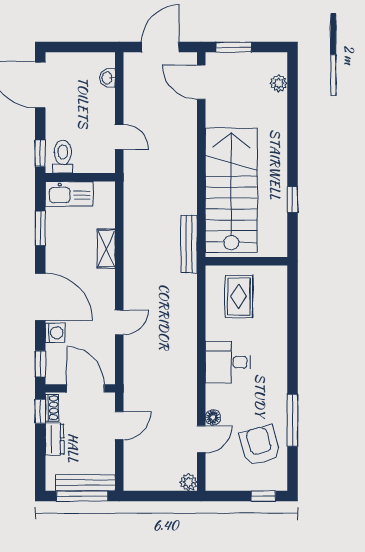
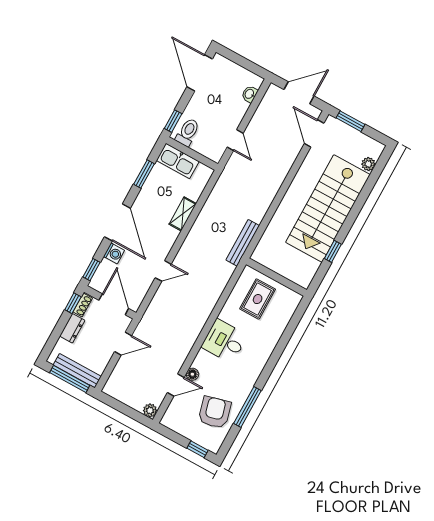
stairs: (231, 190) -> (328, 208), moved, turned 180

